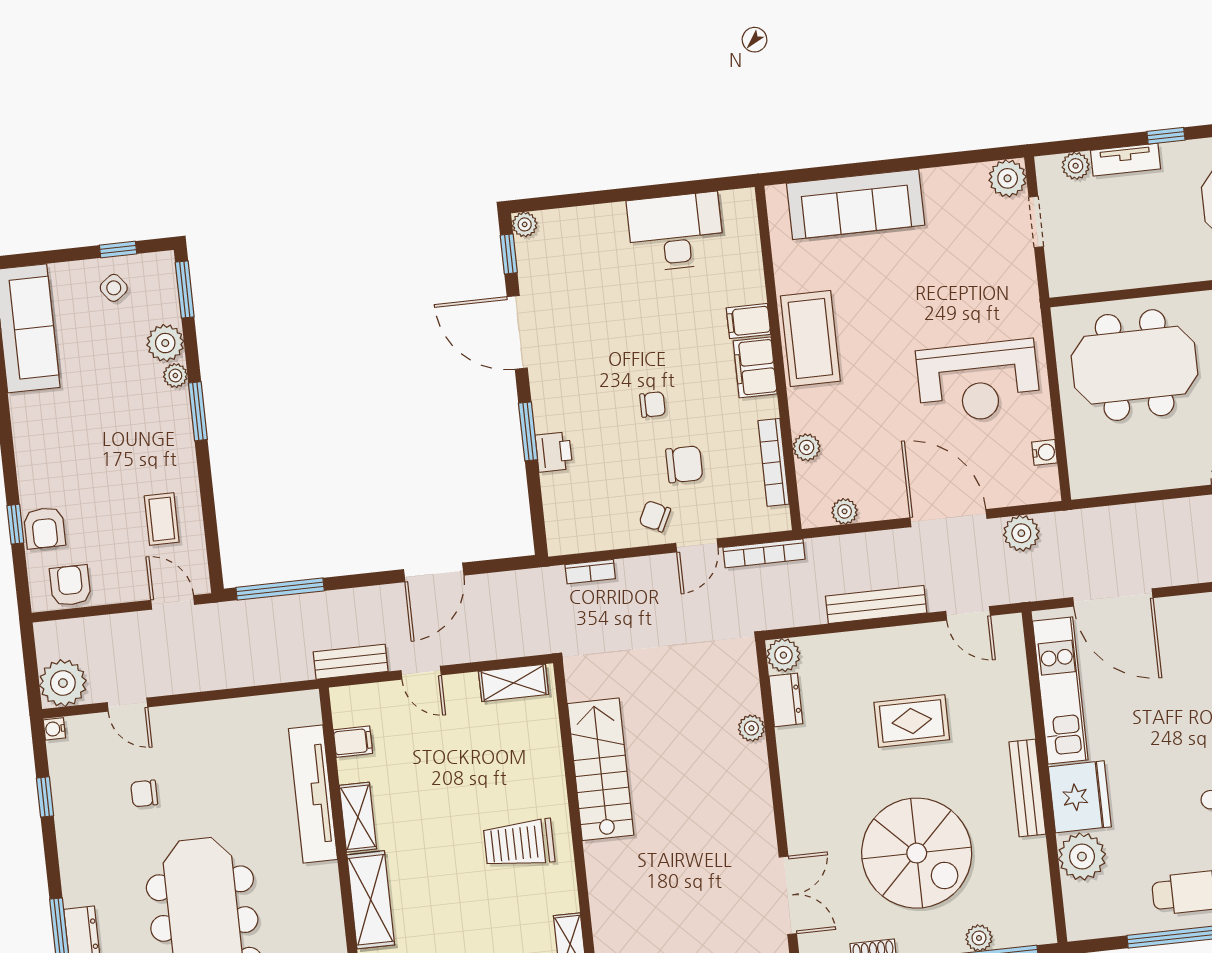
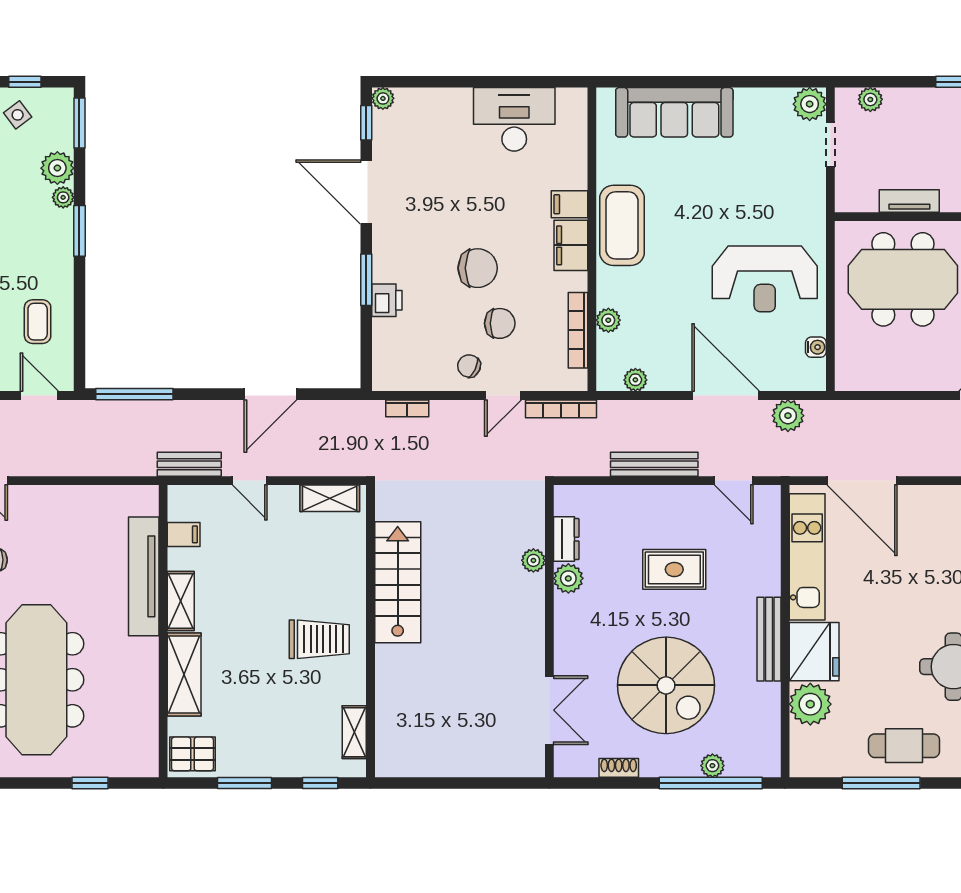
tv unit: (1125, 160) -> (909, 201), moved, turned 180
chair: (652, 405) -> (478, 268), width x1.87, depth x1.87
plant: (783, 655) -> (568, 578), moved
trolley: (519, 843) -> (319, 639), turned 180

